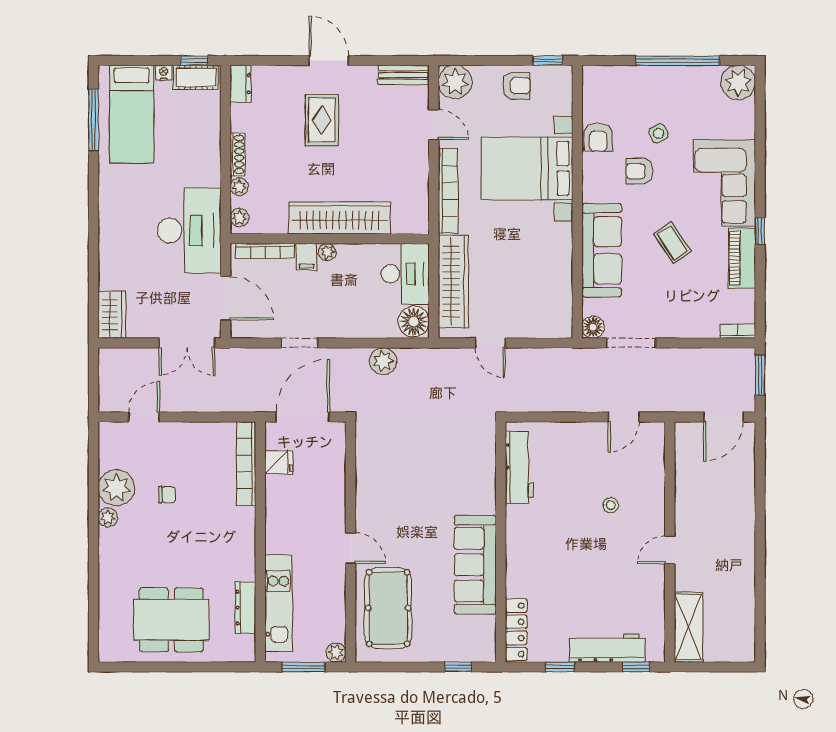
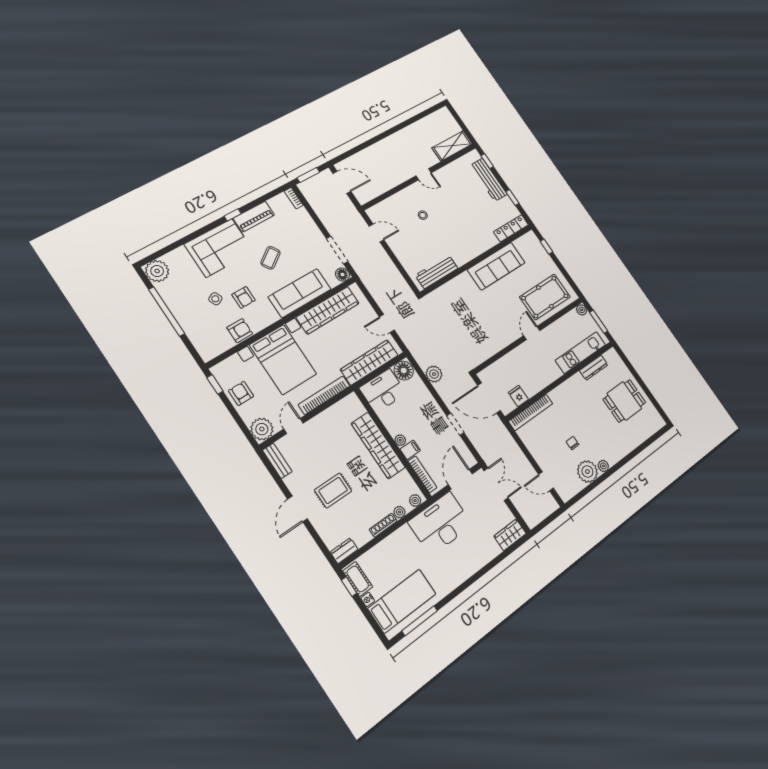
wardrobe: (556, 273) -> (328, 310), added
door: (490, 343) -> (387, 324), swing flipped
dining table: (171, 620) -> (624, 401), width x0.73

